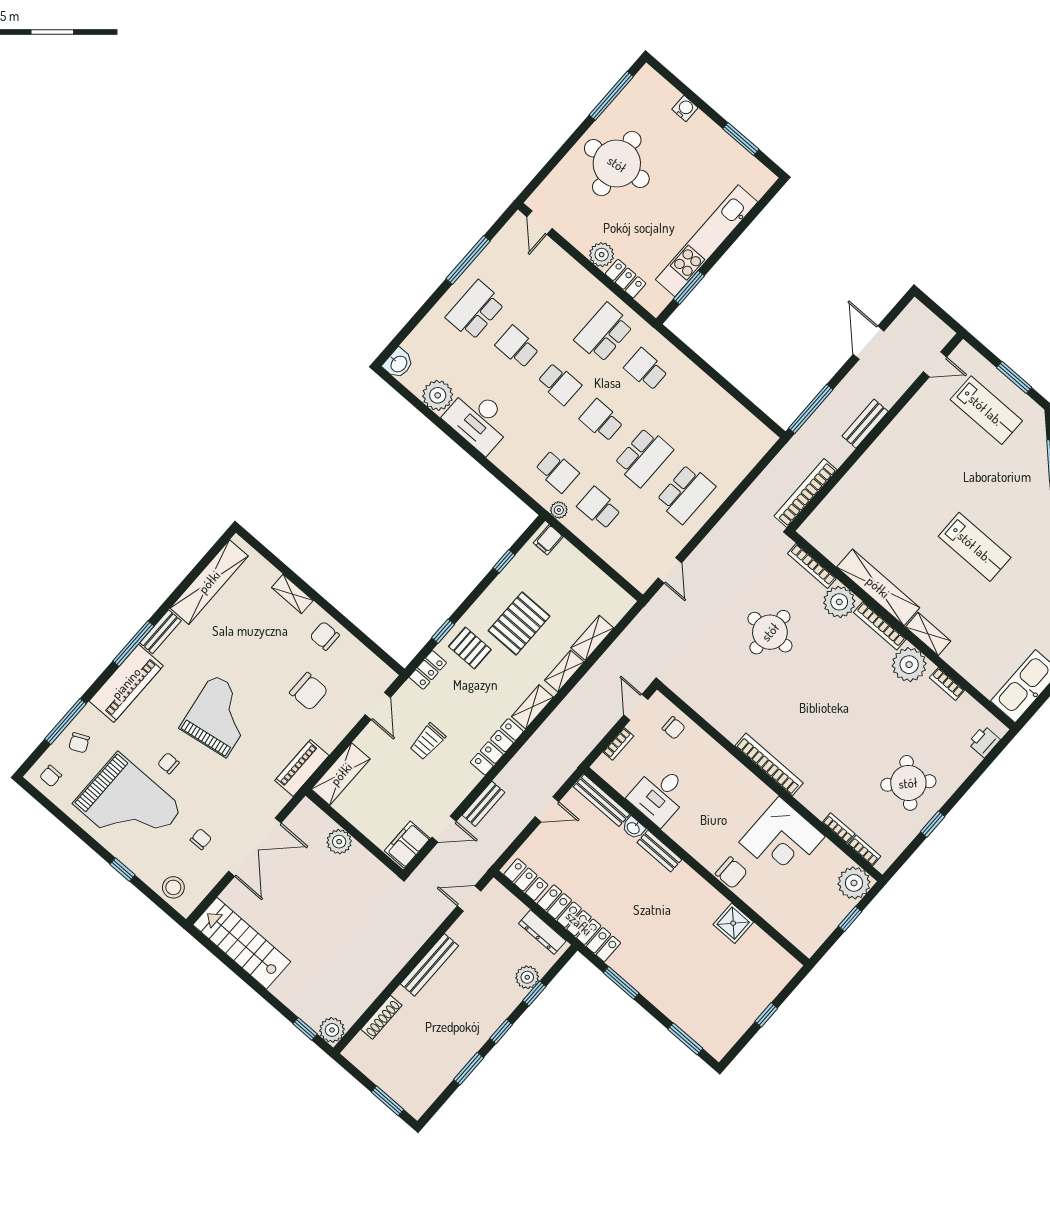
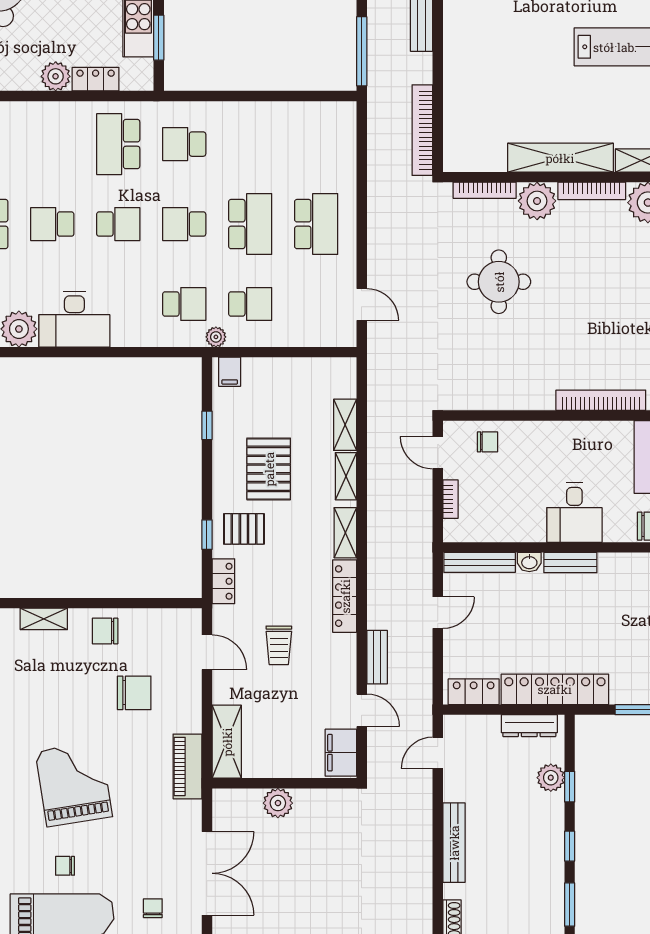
school desk: (599, 508) -> (250, 304), turned 180
desk: (659, 795) -> (574, 512), moved
door: (444, 829) -> (362, 710), hinge flipped

